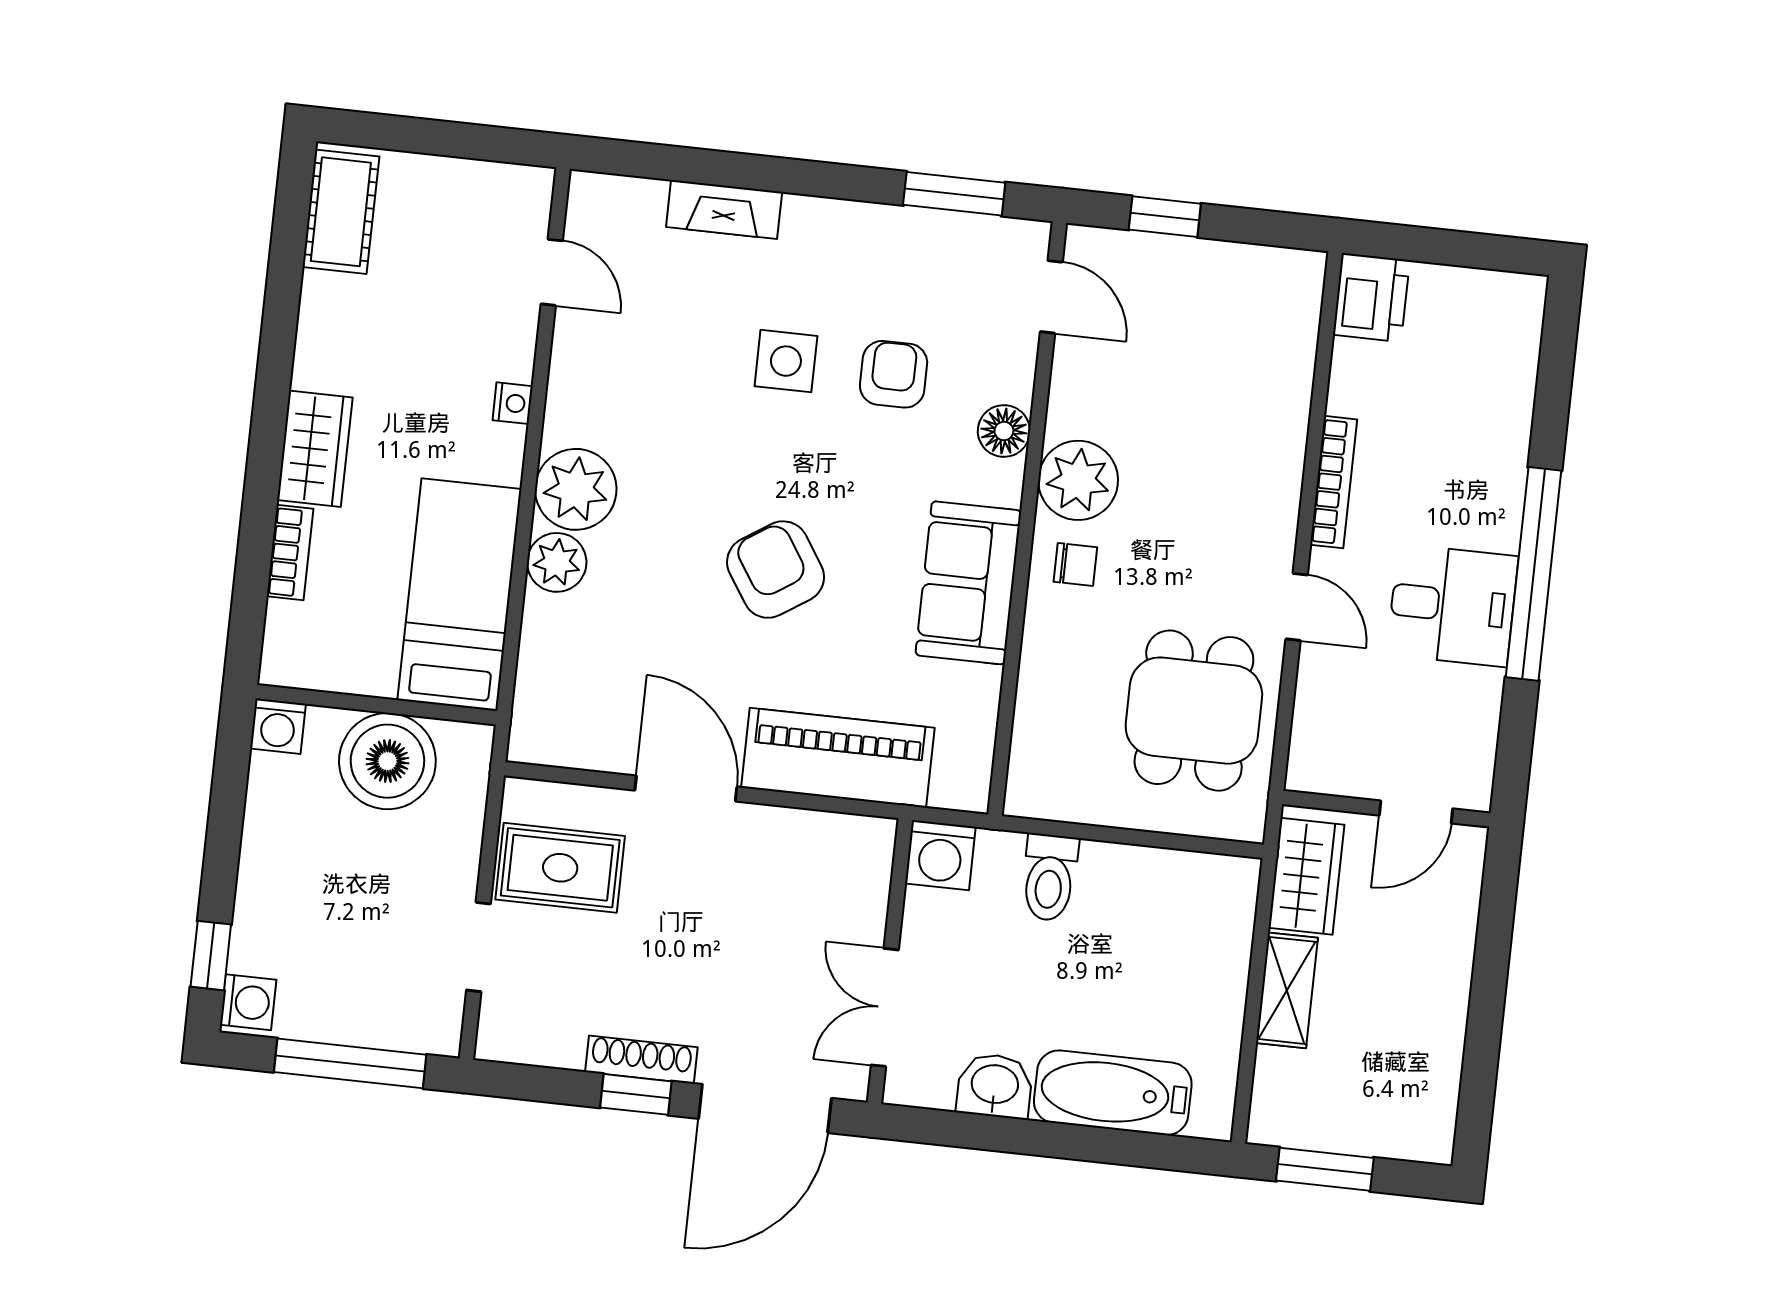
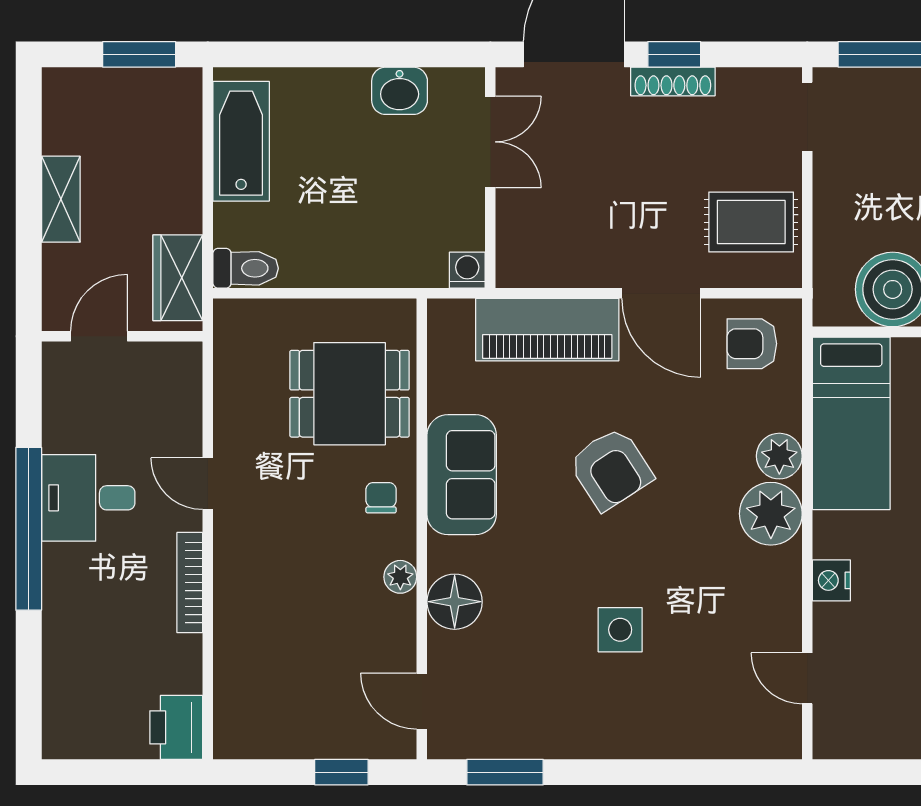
fireplace: (724, 209) -> (680, 741), removed
armchair: (894, 374) -> (752, 344), moved, turned 90
nightstand: (513, 403) -> (831, 580), width x1.39, depth x1.35
floor lamp: (1004, 431) -> (455, 602), width x1.38, depth x1.38
plant: (1078, 480) -> (400, 577), width x0.53, depth x0.53
chair: (1075, 564) -> (381, 498), turned 90
dining table: (1194, 711) -> (350, 394), moved, turned 90
washing machine: (940, 855) -> (467, 270), width x0.73, depth x0.73
toilet: (1049, 877) -> (246, 268), moved, turned 90
doorway: (478, 947) -> (807, 117), moved
shelving: (1287, 990) -> (61, 199), moved
bathtub: (1113, 1093) -> (241, 141), moved, turned -90

